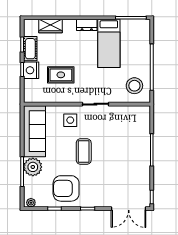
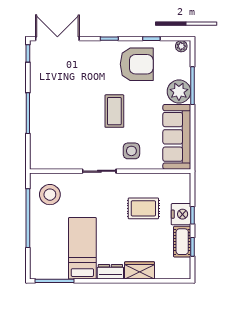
wardrobe: (51, 26) -> (140, 270), moved

